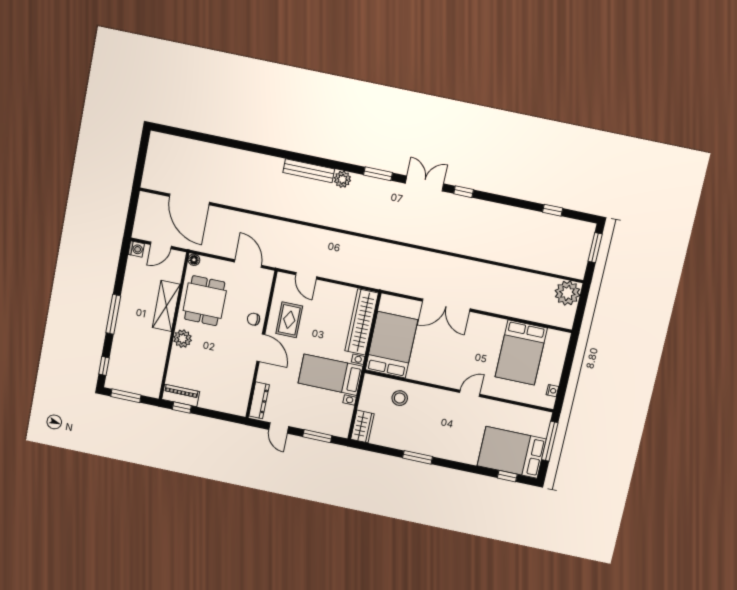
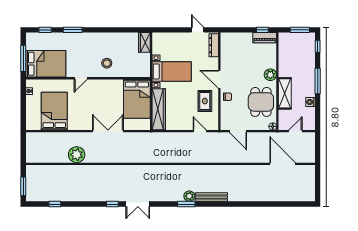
window: (378, 174) -> (186, 204), moved
washing machine: (136, 249) -> (311, 102), moved
plant: (567, 293) -> (77, 155), moved
stool: (400, 398) -> (107, 63), moved
window: (317, 436) -> (172, 30), removed
bed: (512, 452) -> (46, 64), moved
window: (418, 457) -> (73, 30), moved

